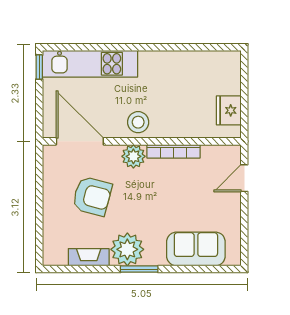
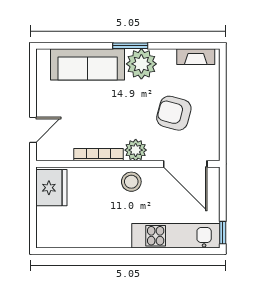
fridge: (229, 110) -> (51, 188), width x1.36, depth x1.34
sofa: (196, 249) -> (88, 64), width x1.36
fireplace: (89, 257) -> (196, 57), moved

